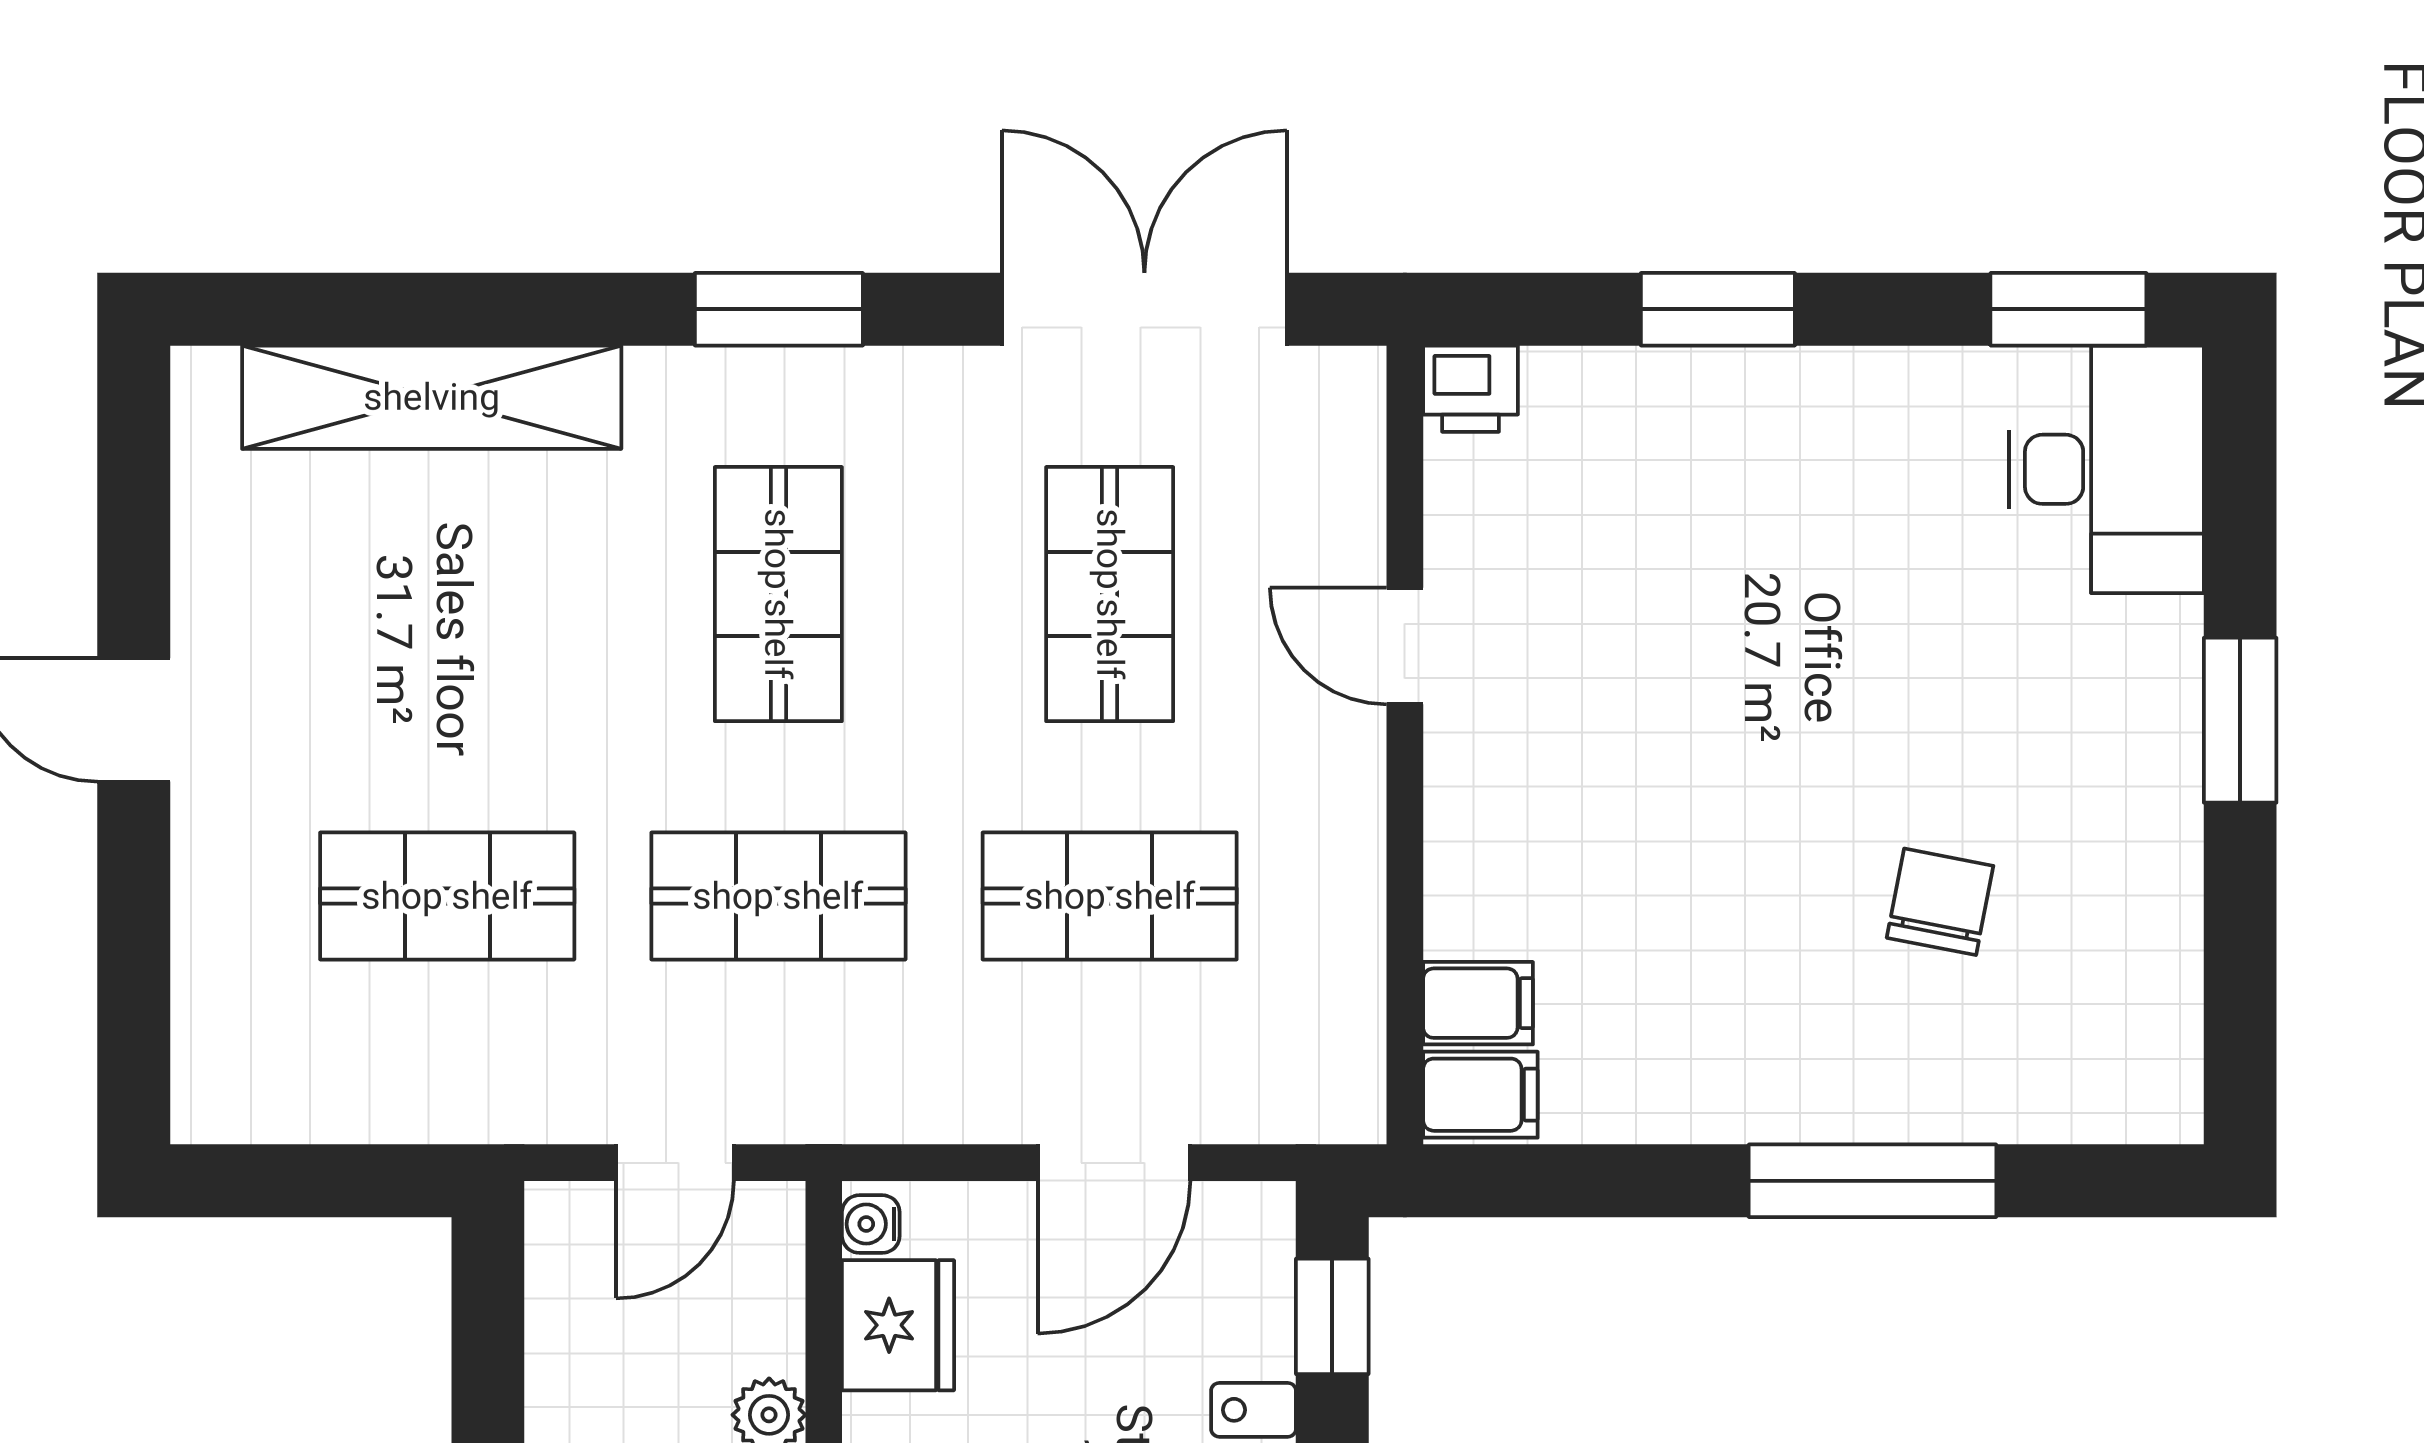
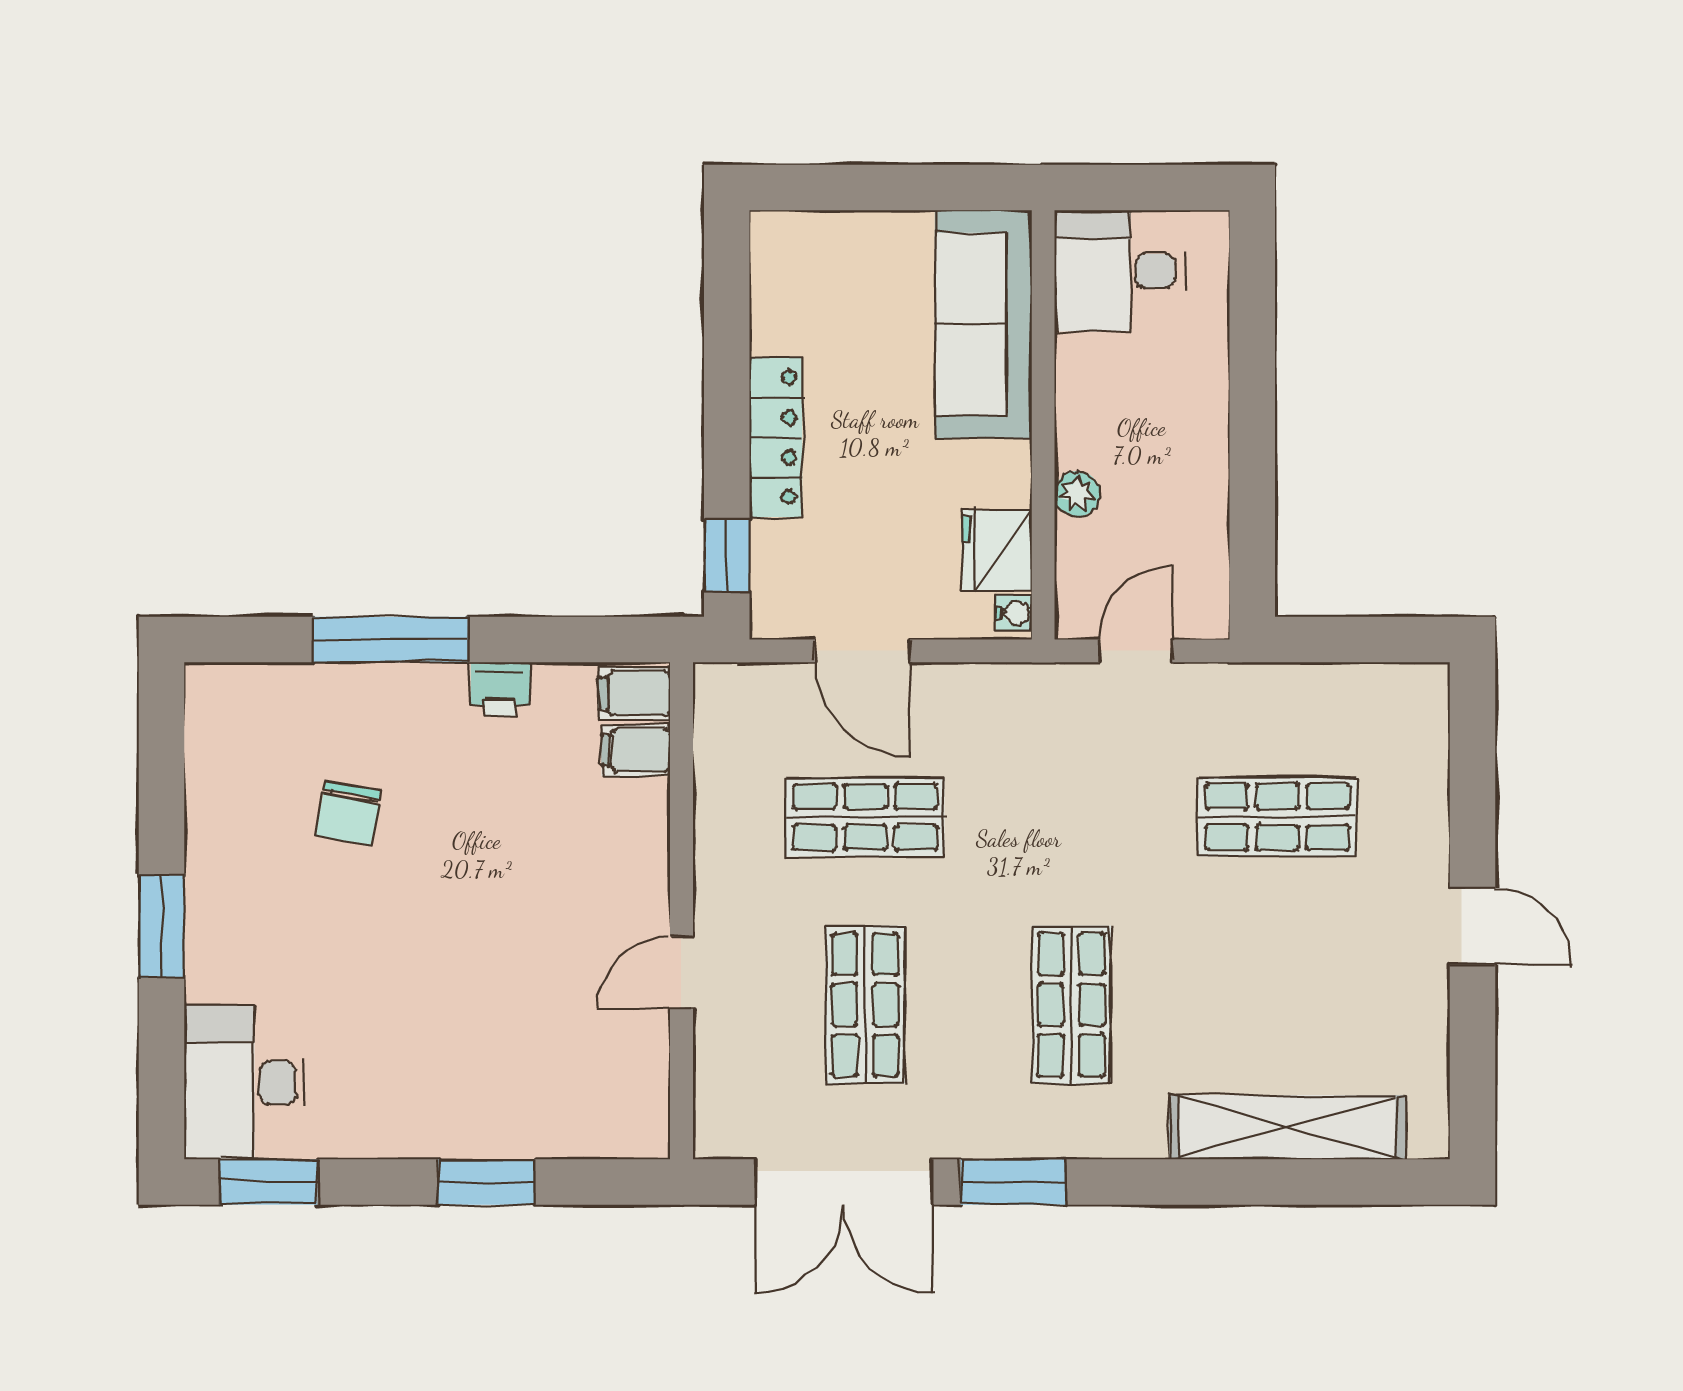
window: (779, 309) -> (1013, 1182), moved
printer: (1470, 389) -> (500, 689), moved, turned 180
door: (1405, 646) -> (681, 972), swing flipped
shop shelf: (778, 896) -> (1071, 817), removed
door: (1114, 1163) -> (863, 651), swing flipped

